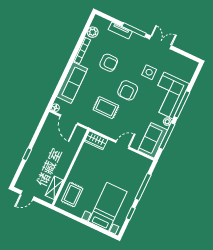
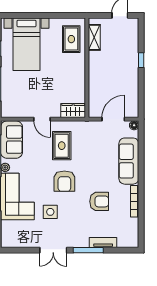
plant: (93, 32) -> (132, 227), removed
armchair: (109, 63) -> (99, 201), turned 180
armchair: (128, 90) -> (64, 181), turned 180
rug: (106, 108) -> (62, 146), moved, turned 90
door: (69, 120) -> (113, 119), hinge flipped
door: (122, 145) -> (42, 119), hinge flipped

